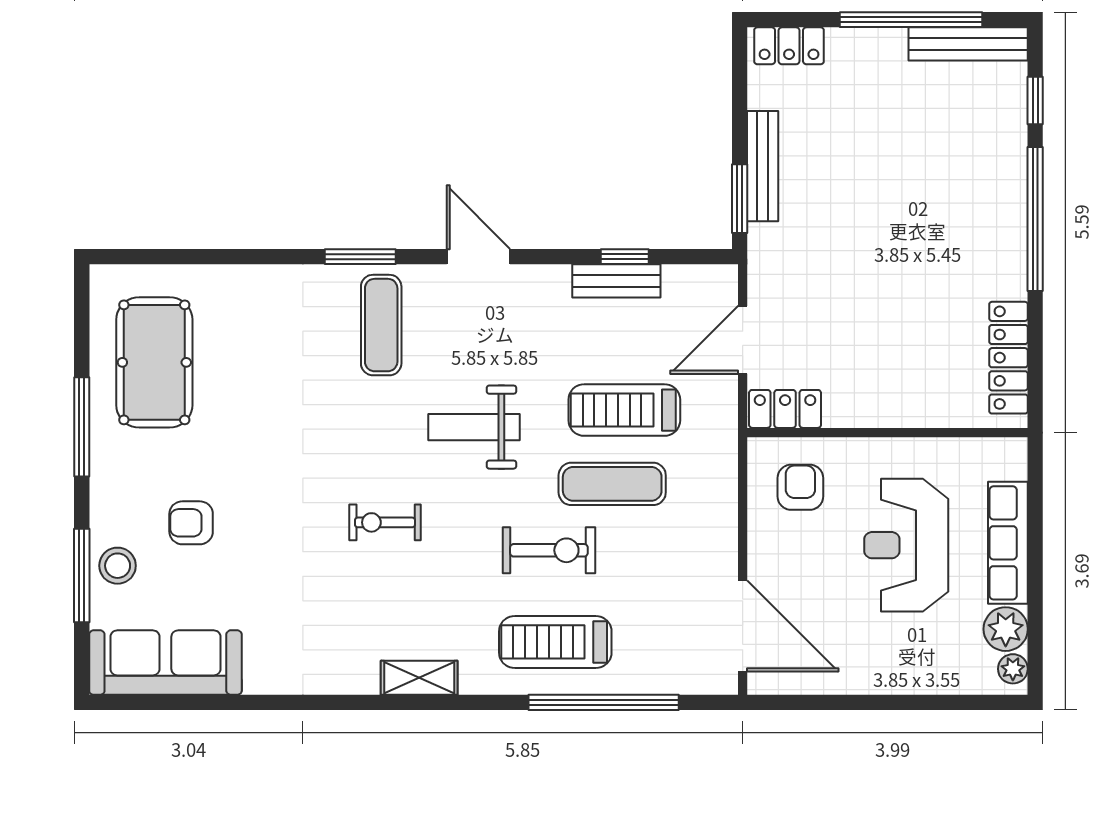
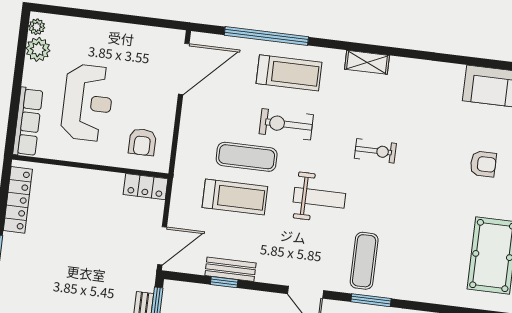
door: (743, 340) -> (162, 246), moved
row of seats: (1008, 543) -> (28, 122), moved
door: (743, 626) -> (184, 69), swing flipped

